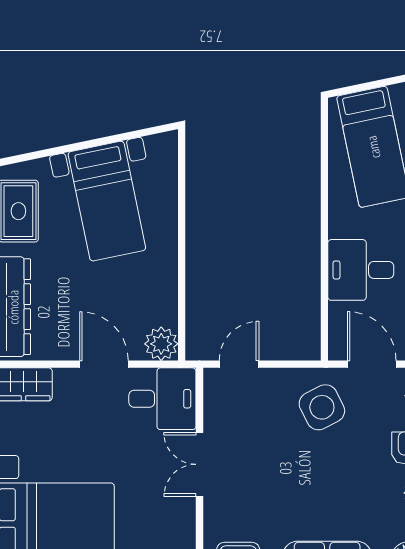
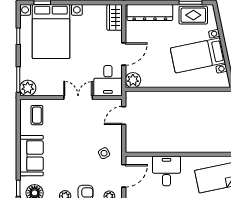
door: (239, 364) -> (124, 116), swing flipped
side table: (322, 407) -> (104, 153), width x0.54, depth x0.54

